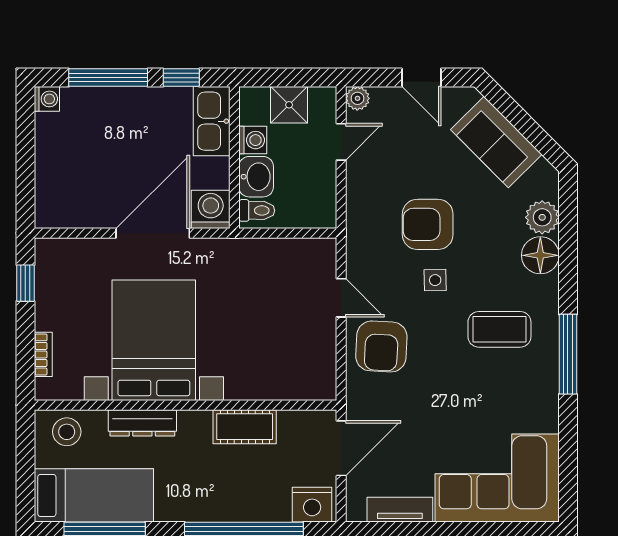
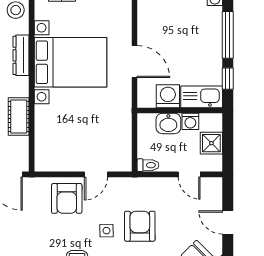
door: (421, 78) -> (228, 222), hinge flipped
plant: (357, 98) -> (215, 184), removed
washing machine: (211, 209) -> (168, 96), moved, turned -90
toilet: (257, 210) -> (148, 165), moved, turned -90
door: (153, 233) -> (135, 62), width x0.73
armchair: (381, 346) -> (67, 198), turned -93

